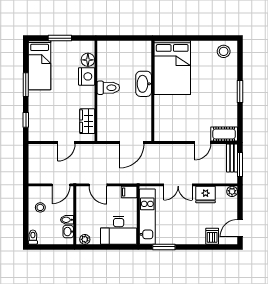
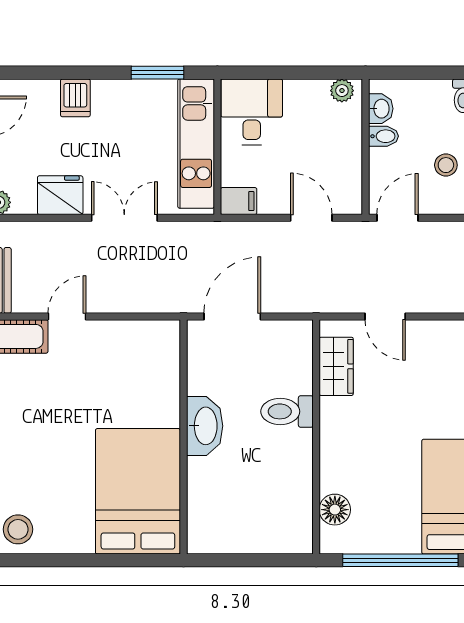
window: (60, 38) -> (400, 560), width x2.11
nightstand: (87, 76) -> (338, 471), removed
washbasin: (144, 84) -> (205, 426), moved
toilet: (108, 88) -> (287, 411), moved
door: (66, 143) -> (385, 316), swing flipped
desk: (119, 230) -> (252, 112), width x0.73
dishwasher: (212, 236) -> (75, 98), moved

